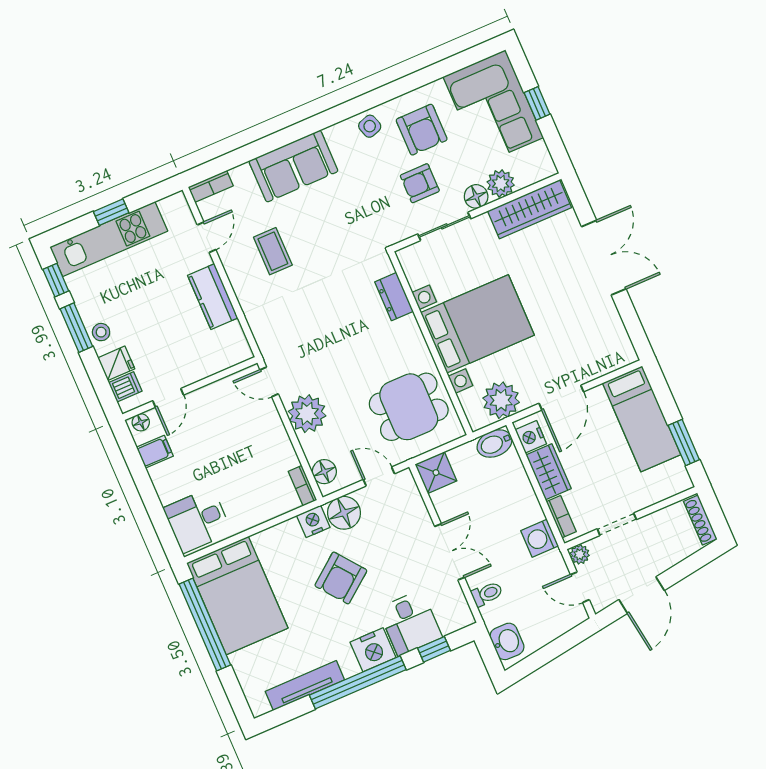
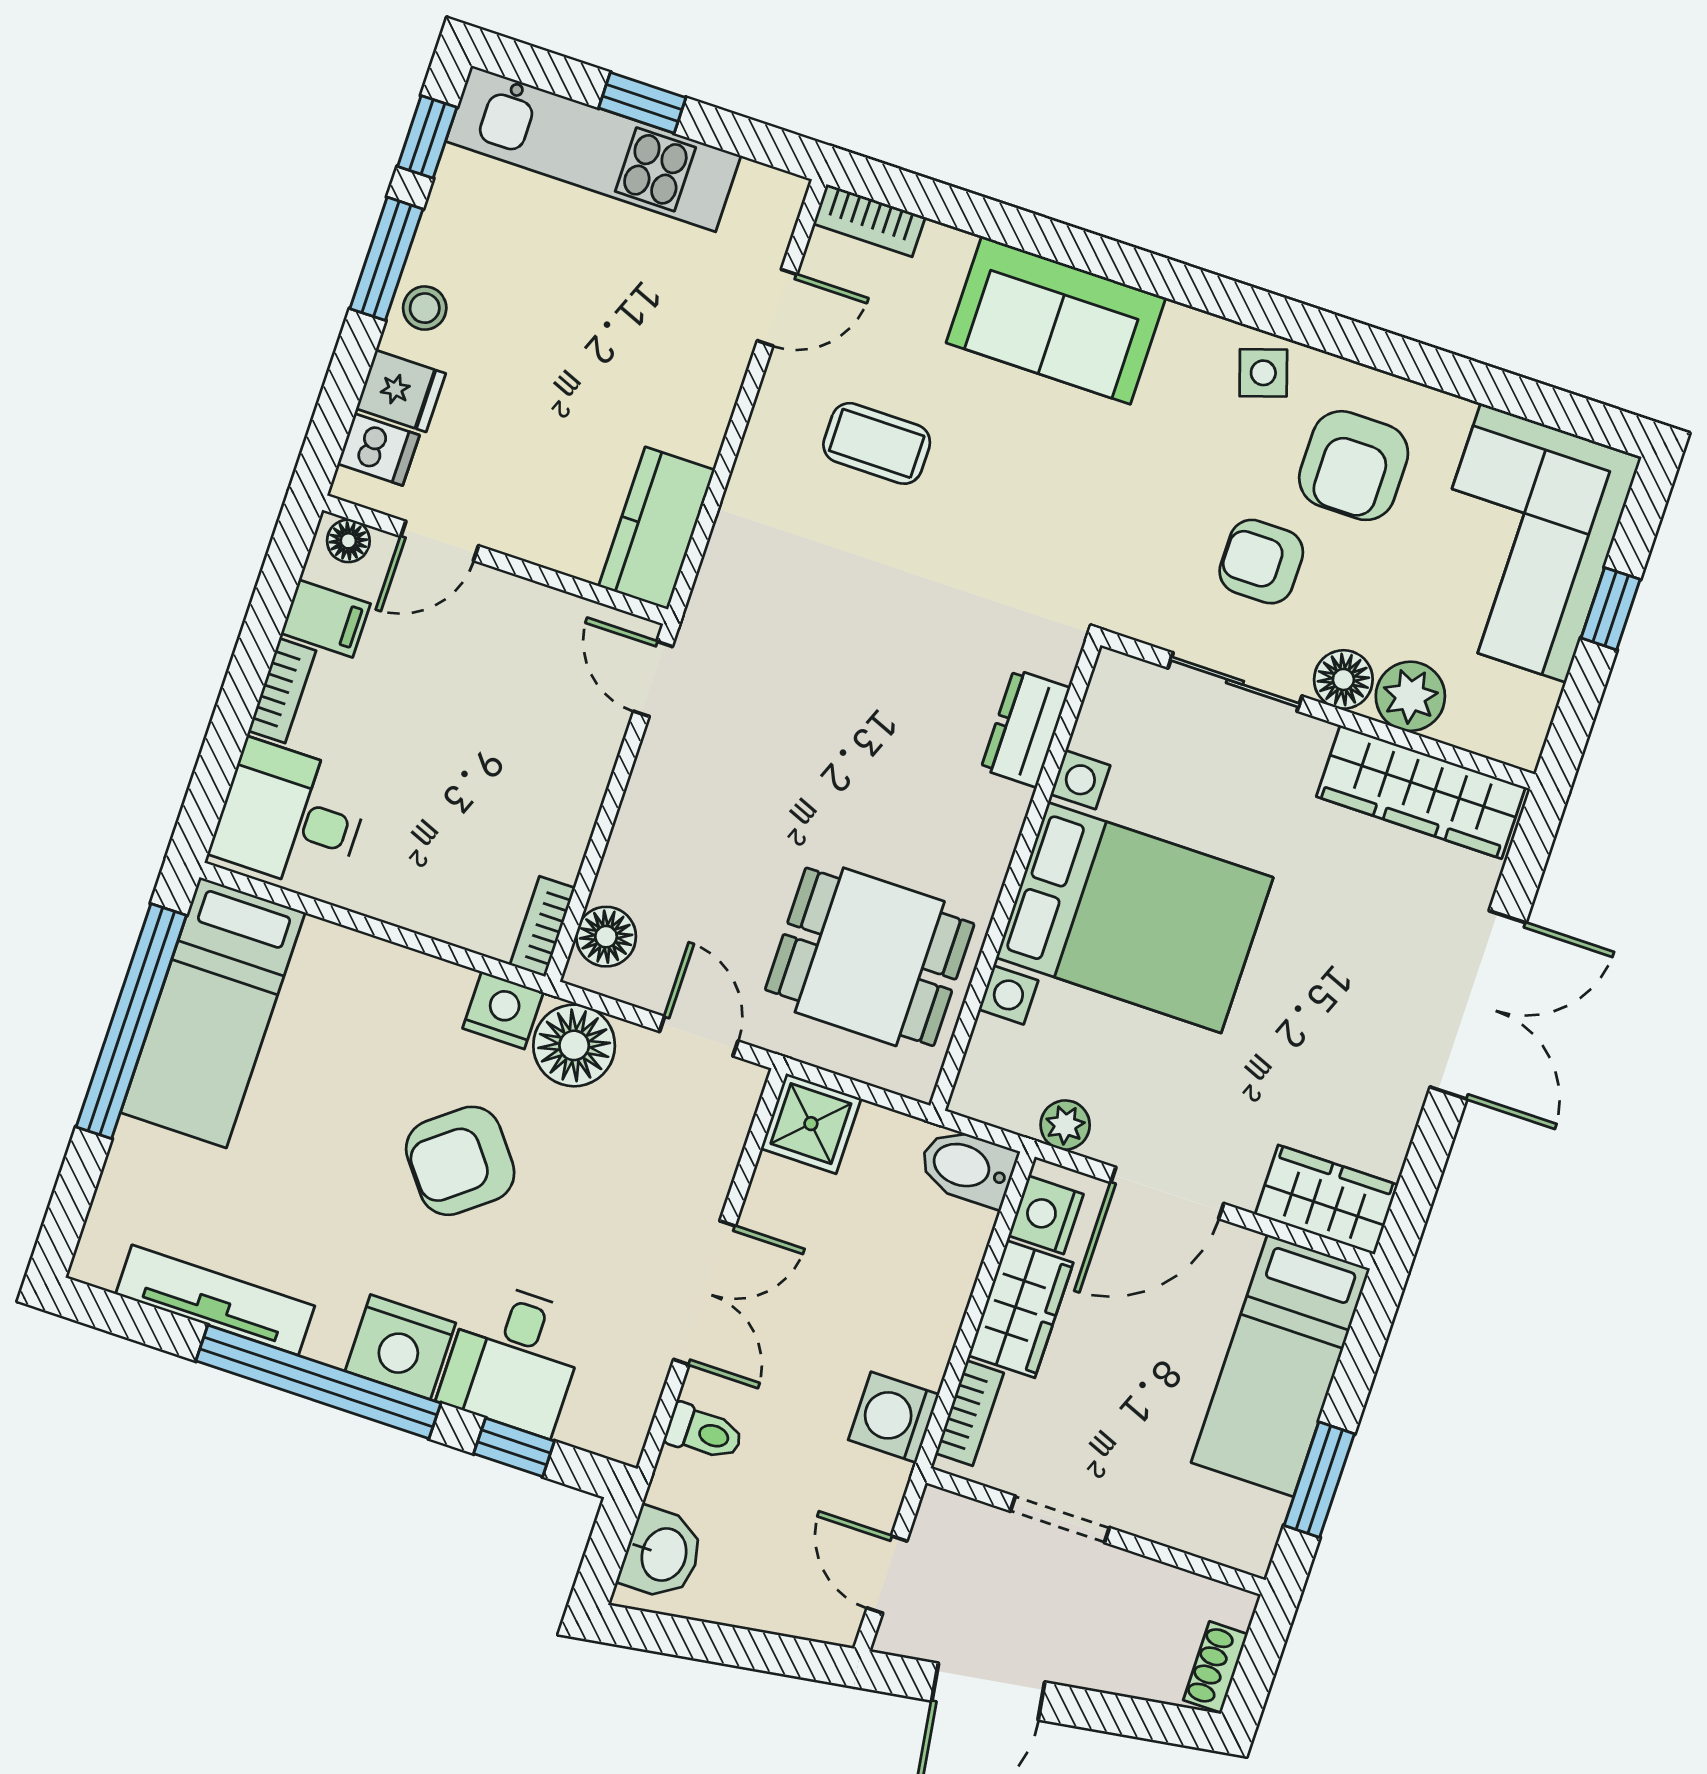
coffee table: (273, 251) -> (877, 443), turned 90
kitchen counter: (213, 297) -> (657, 528), moved
wardrobe: (611, 357) -> (1326, 1200), added
plant: (501, 400) -> (1065, 1125), width x0.53, depth x0.53
plant: (307, 414) -> (670, 801), removed
bookcase: (161, 485) -> (282, 691), added
shoe rack: (700, 520) -> (1215, 1667), width x0.70
plant: (580, 554) -> (941, 1513), removed
bed: (237, 596) -> (213, 1013), width x0.67

